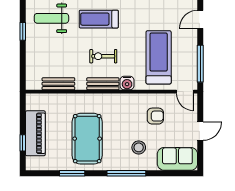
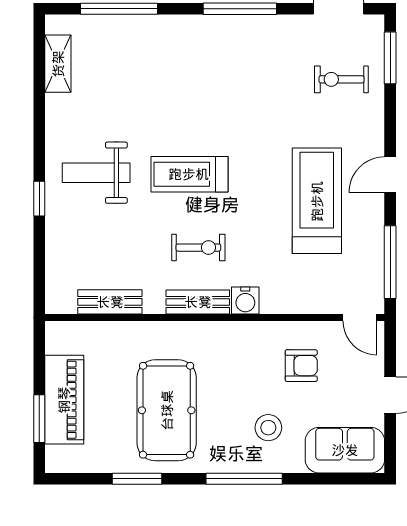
exercise bike: (103, 56) -> (198, 248), turned 180
treadmill: (159, 57) -> (317, 201), moved
window: (23, 143) -> (39, 419), width x1.50

